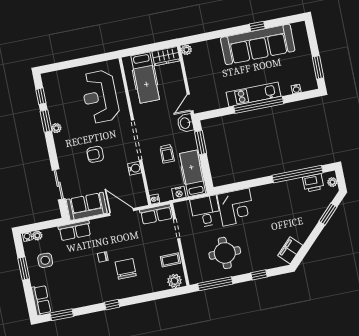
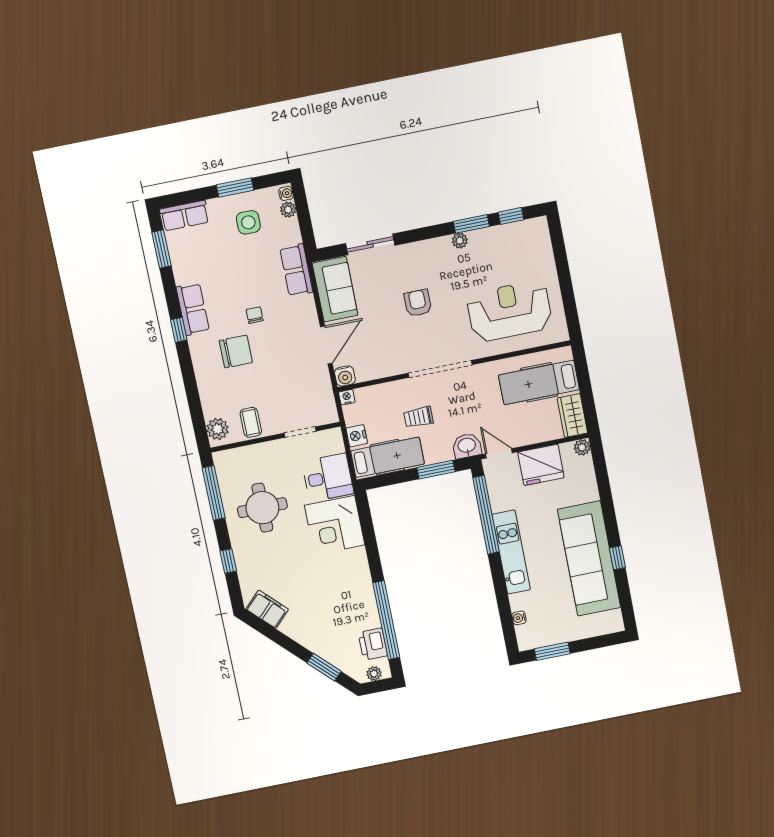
fridge: (198, 76) -> (541, 465), added
window: (259, 105) -> (486, 515), moved
water cooler: (135, 168) -> (345, 376), moved
row of seats: (156, 214) -> (193, 309), moved, turned 180

